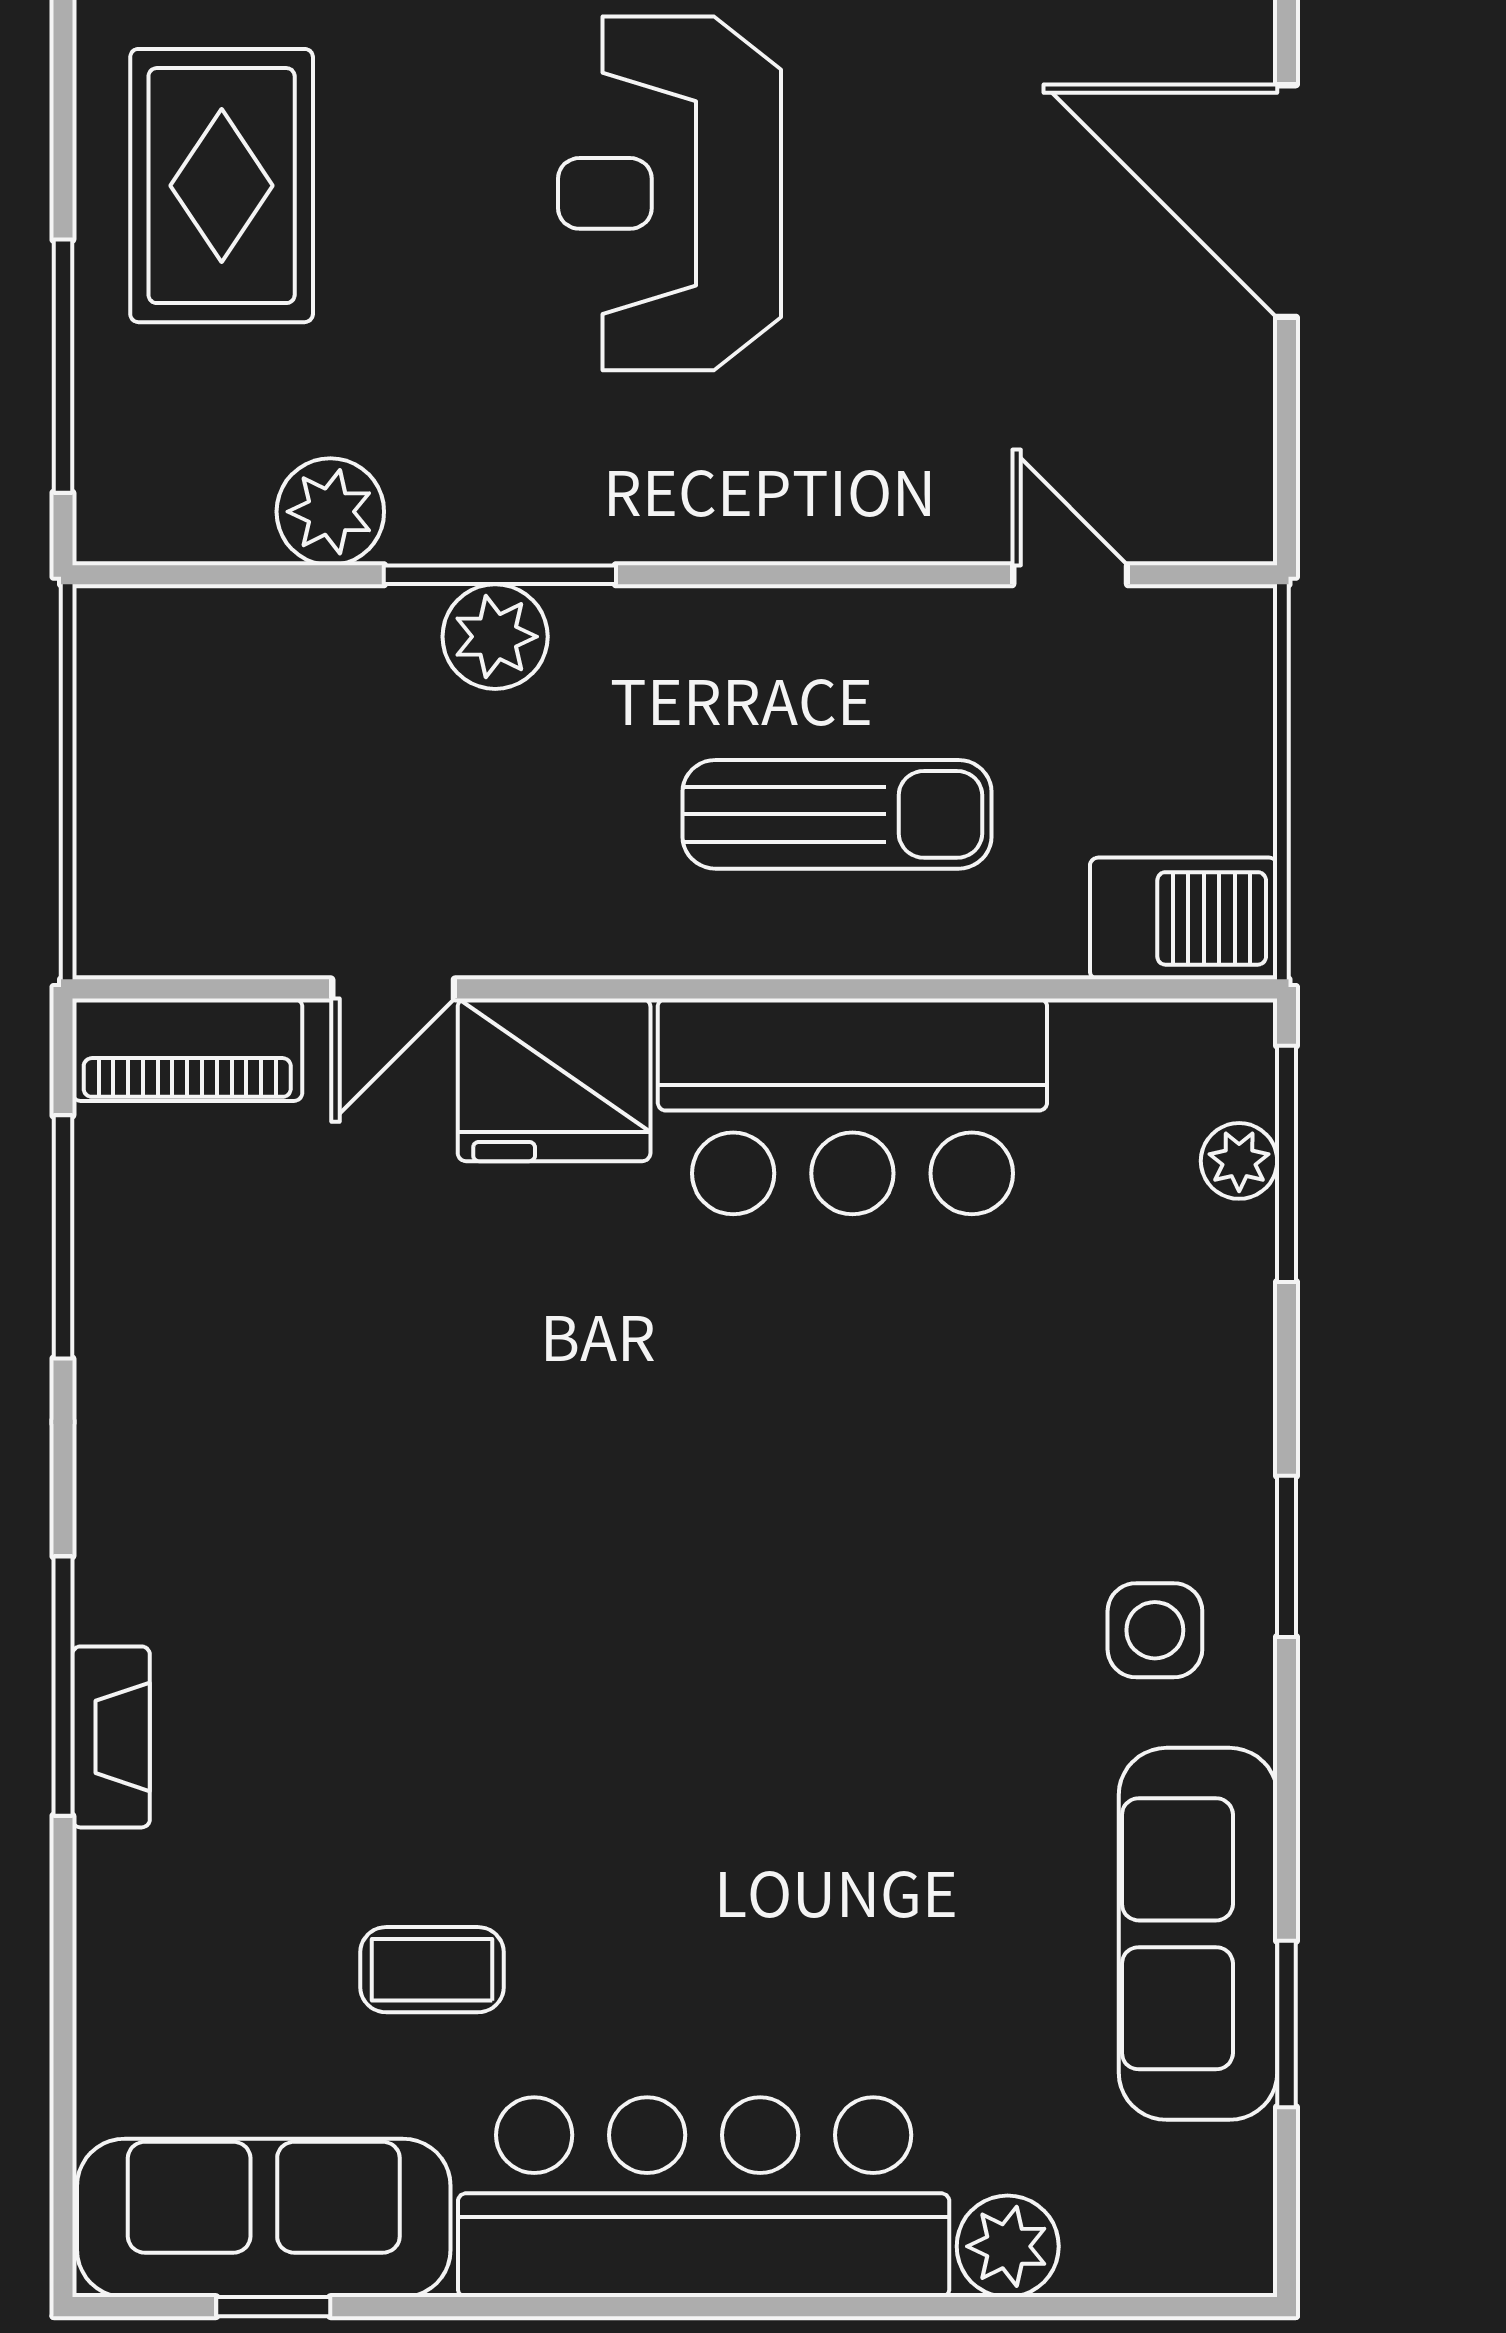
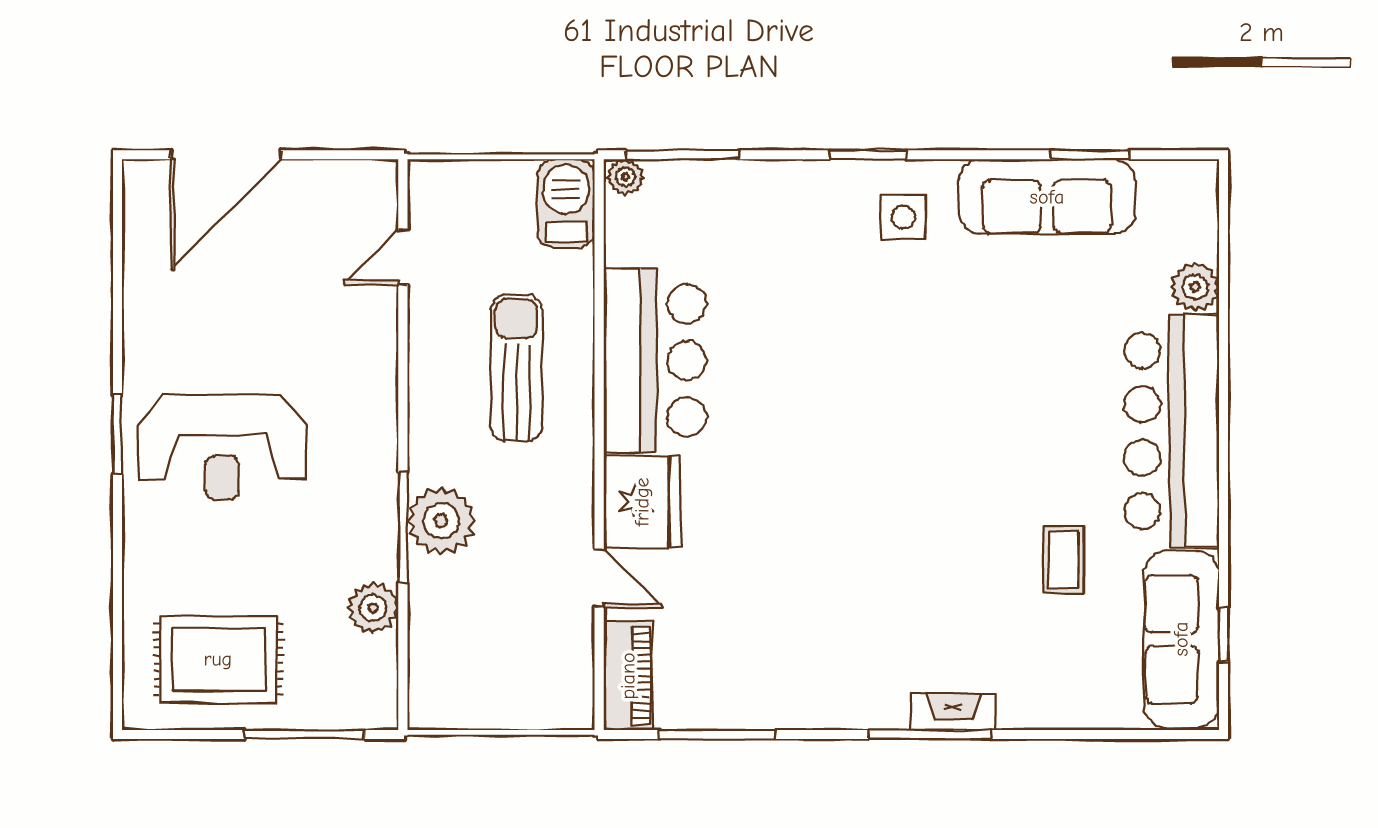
plant: (495, 637) -> (441, 521), width x1.36, depth x1.36
plant: (1239, 1161) -> (625, 177), moved

